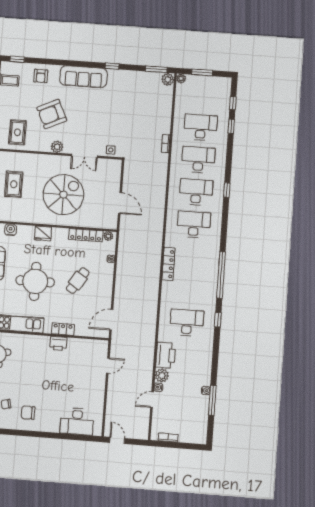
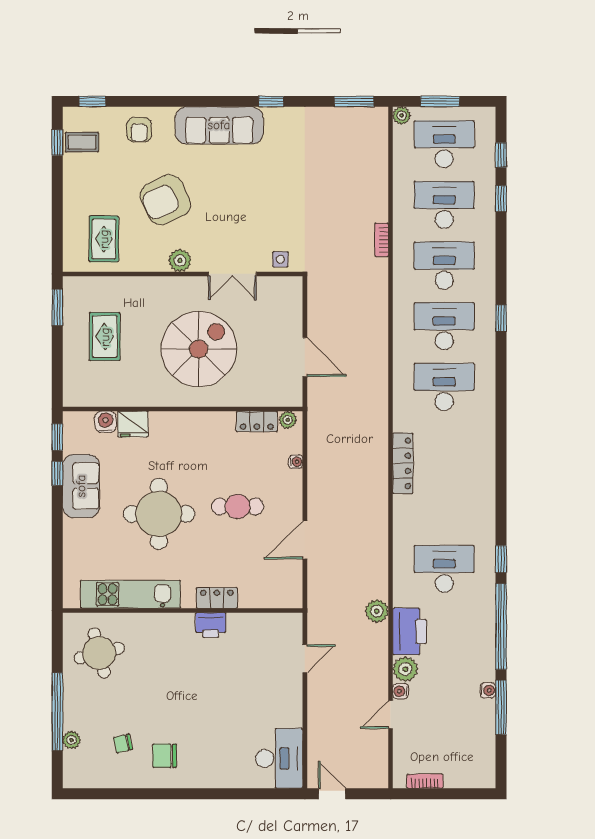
plant: (168, 79) -> (377, 611), moved
desk: (203, 95) -> (444, 144), added
fridge: (43, 233) -> (133, 424), moved
locker: (86, 235) -> (257, 421), width x0.66
window: (221, 275) -> (501, 626), moved
cafe table: (78, 281) -> (238, 506), turned 57
door: (111, 320) -> (305, 540), moved
desk: (77, 421) -> (279, 758), moved, turned -90

